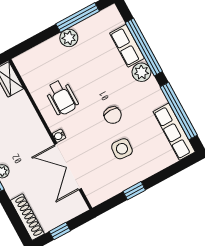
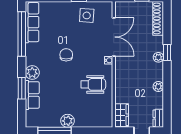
window: (144, 47) -> (22, 88), width x0.47
wheelchair: (62, 97) -> (93, 84), turned 90
side table: (122, 149) -> (87, 15), moved

